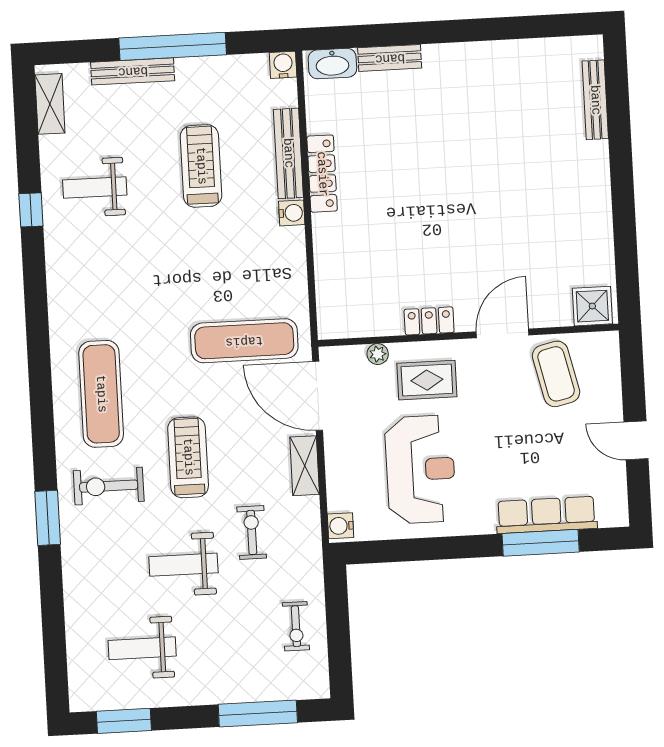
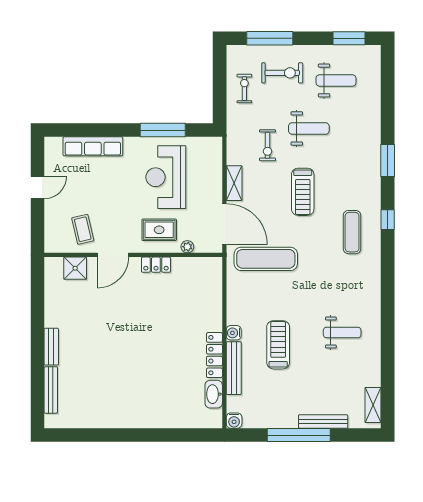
bench: (390, 58) -> (51, 347), moved, turned 90
washbasin: (332, 64) -> (214, 394), moved, turned -90
treadmill: (201, 166) -> (278, 345), moved, turned 180
weight bench: (95, 187) -> (342, 333), moved
window: (31, 210) -> (388, 220), moved
shower: (592, 306) -> (75, 268), moved
coffee table: (556, 374) -> (83, 229), width x0.73, depth x0.77
exercise mat: (101, 394) -> (352, 232), width x0.73, depth x0.69
door: (636, 440) -> (38, 187), hinge flipped
exercise bike: (109, 486) -> (282, 73), moved
water cooler: (340, 526) -> (215, 146), removed
window: (541, 543) -> (163, 130), moved

